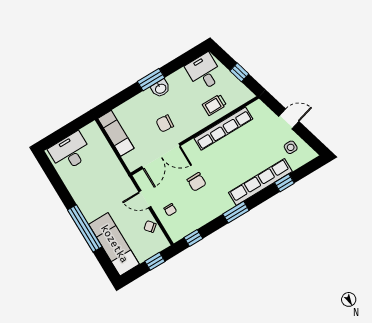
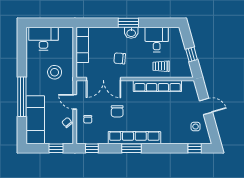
desk: (204, 72) -> (157, 40), moved
stool: (104, 181) -> (55, 72), added
row of seats: (260, 182) -> (134, 138), moved
window: (284, 183) -> (195, 148), moved

